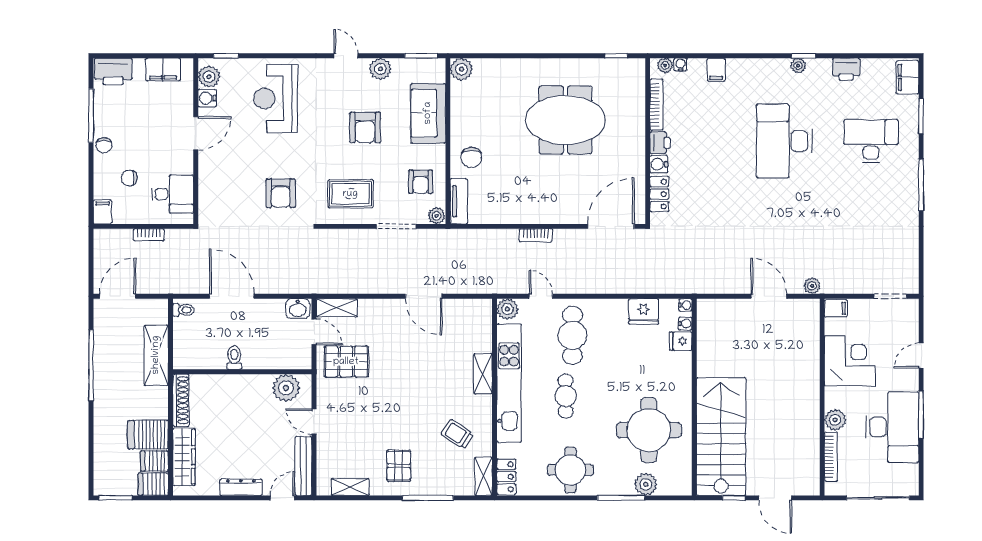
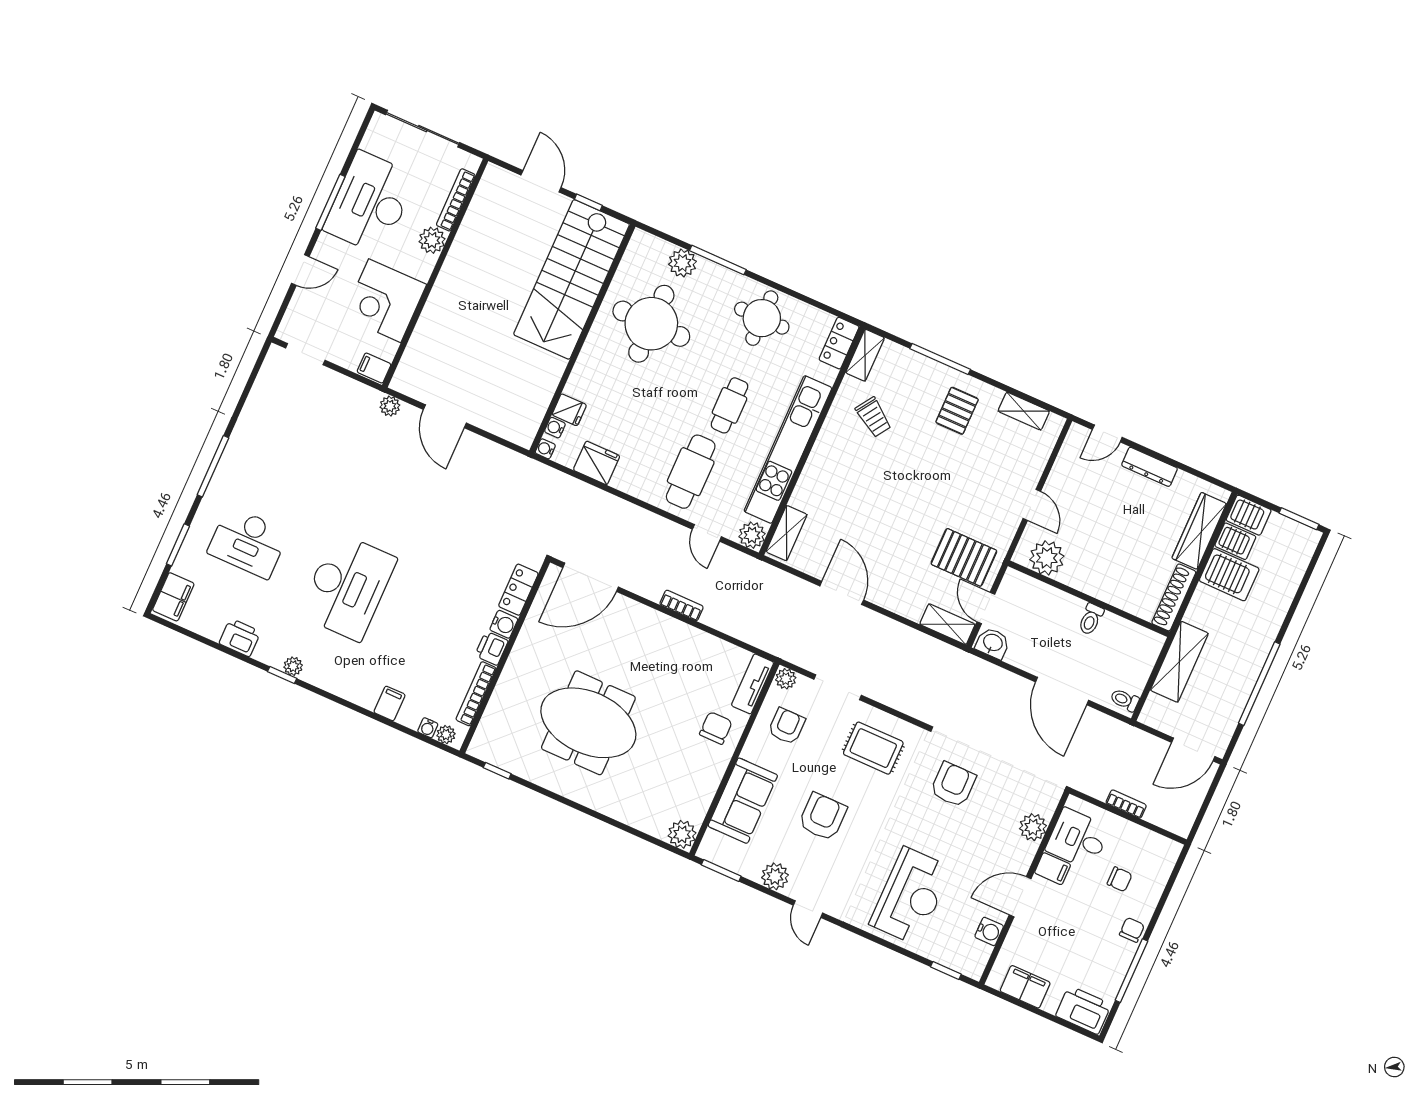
plant: (209, 77) -> (1033, 827), moved
filing cabinet: (102, 212) -> (1053, 869), moved, turned -90
shelving: (483, 374) -> (787, 533), moved
bench: (303, 466) -> (1067, 459), removed

